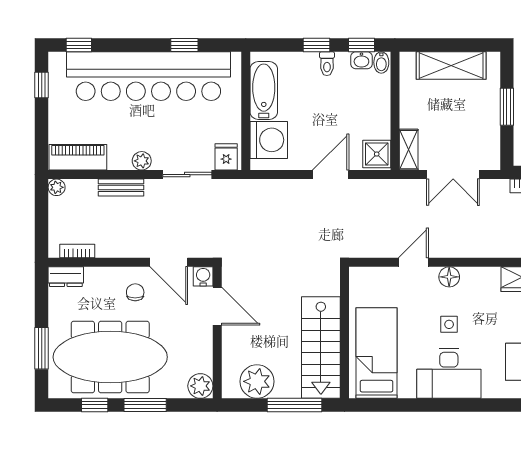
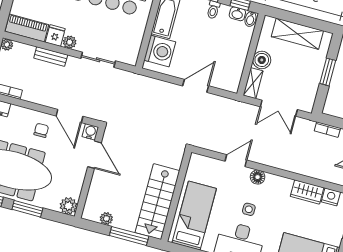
boiler: (412, 115) -> (262, 60), added
shower: (377, 154) -> (231, 80), removed
fridge: (226, 157) -> (55, 35), moved
plant: (257, 381) -> (106, 219), width x0.53, depth x0.53

